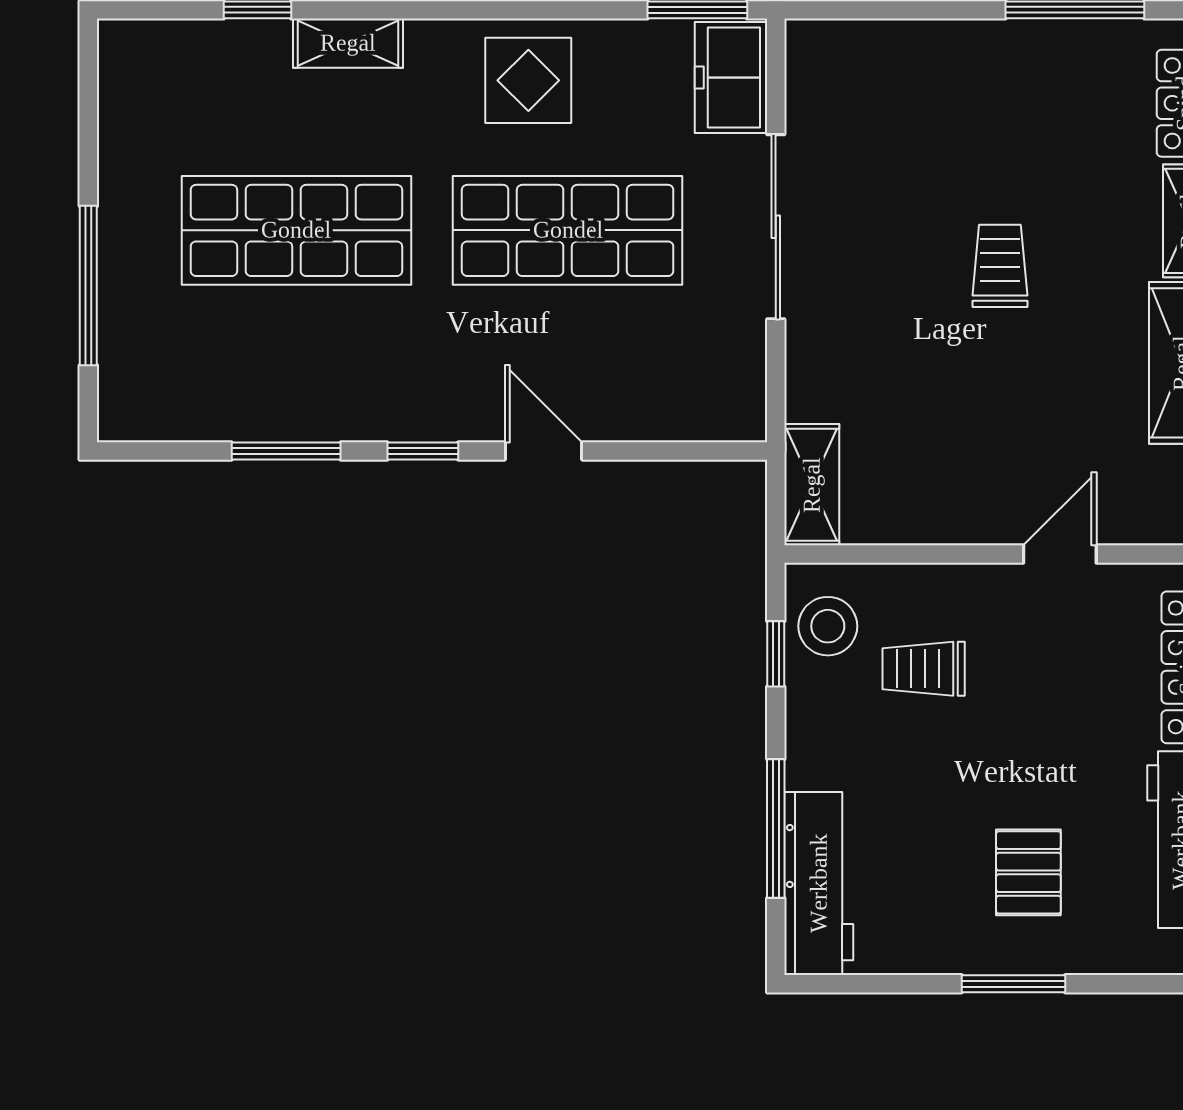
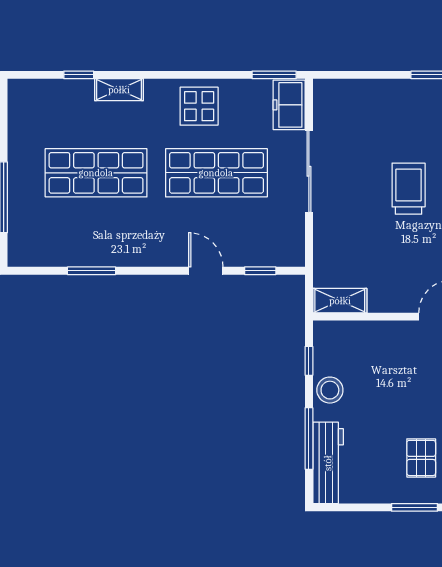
trolley: (1000, 266) -> (409, 189), width x1.36, depth x1.39
window: (423, 451) -> (260, 271), moved
shelving: (812, 485) -> (340, 301), moved, turned 90
stool: (828, 626) -> (330, 390), moved
trolley: (924, 669) -> (375, 368), removed

